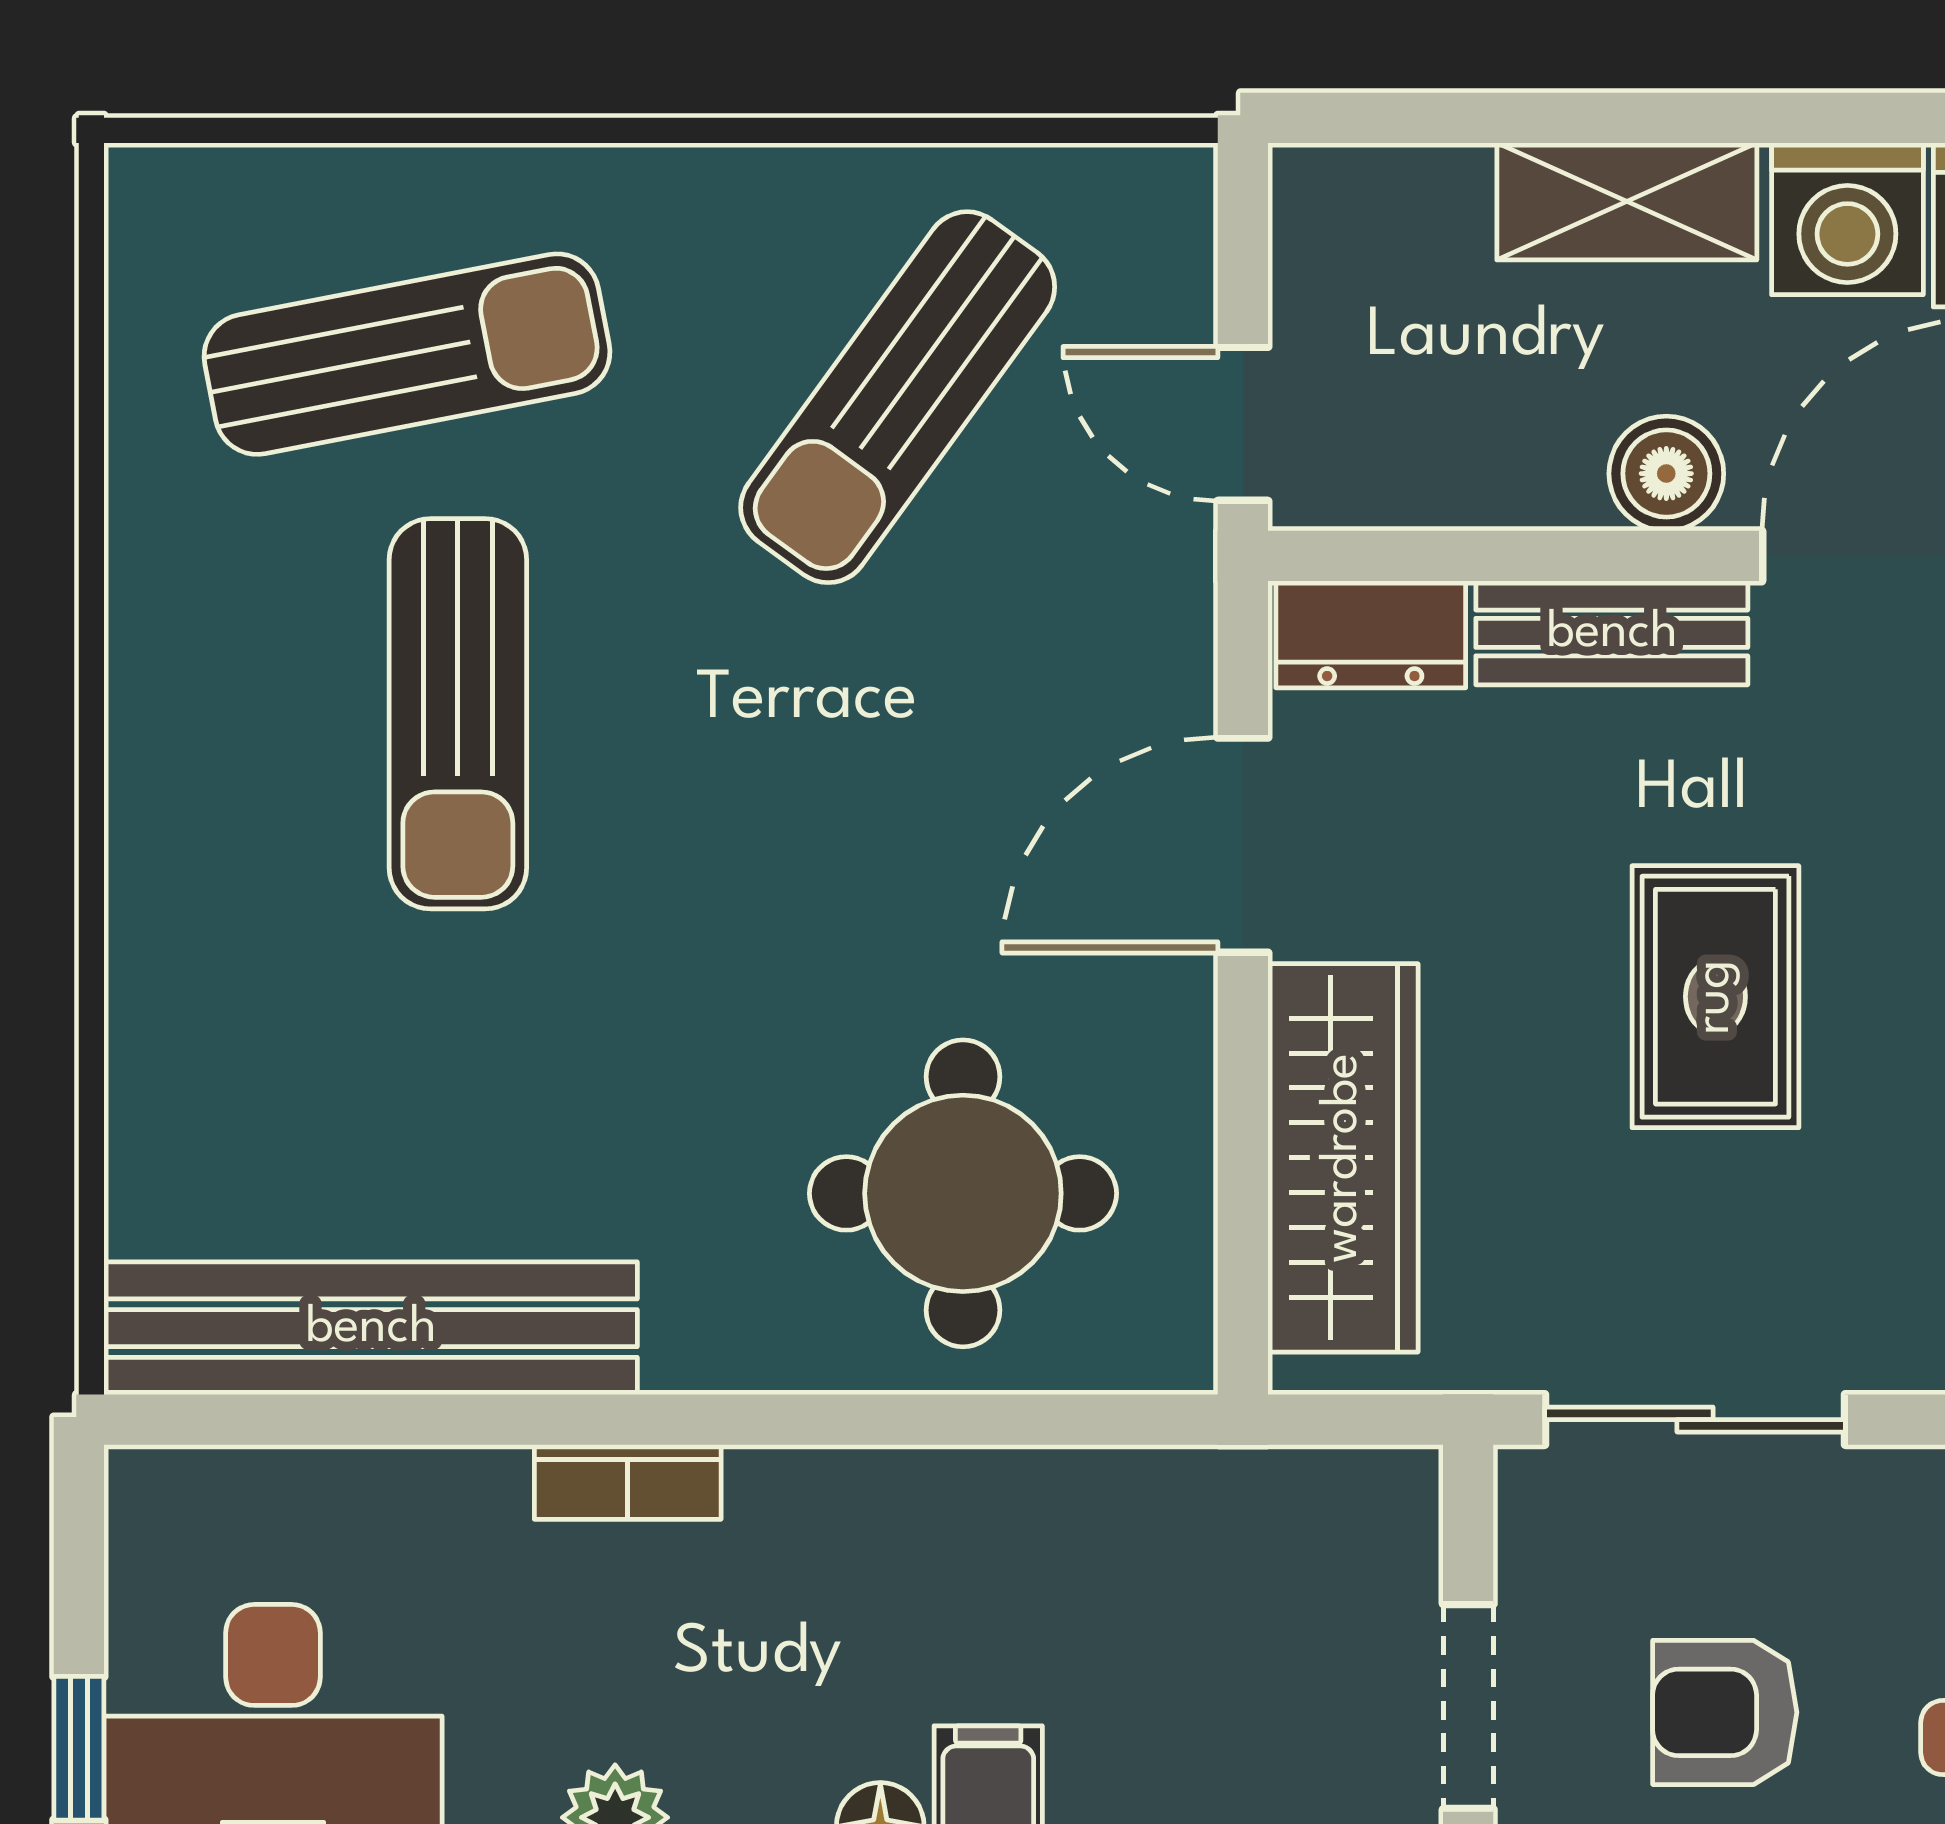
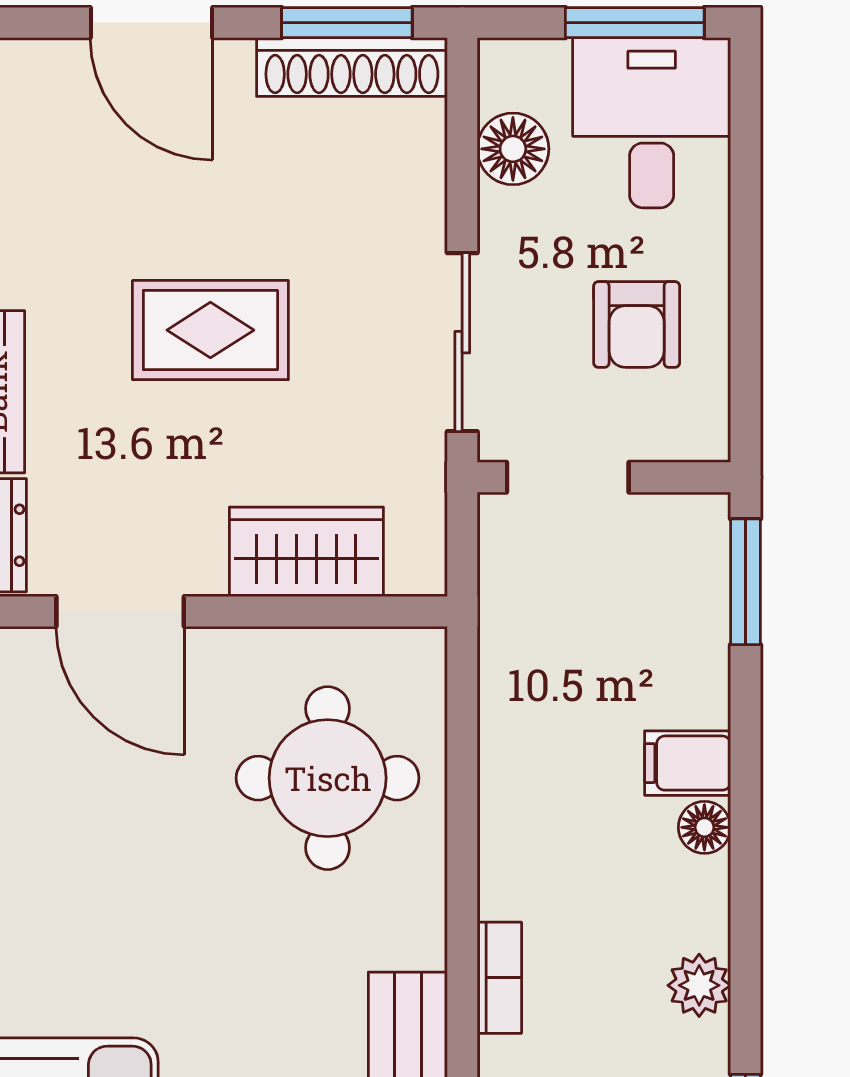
wardrobe: (1343, 1158) -> (306, 552), width x0.67
doorway: (1468, 1707) -> (568, 477), moved

